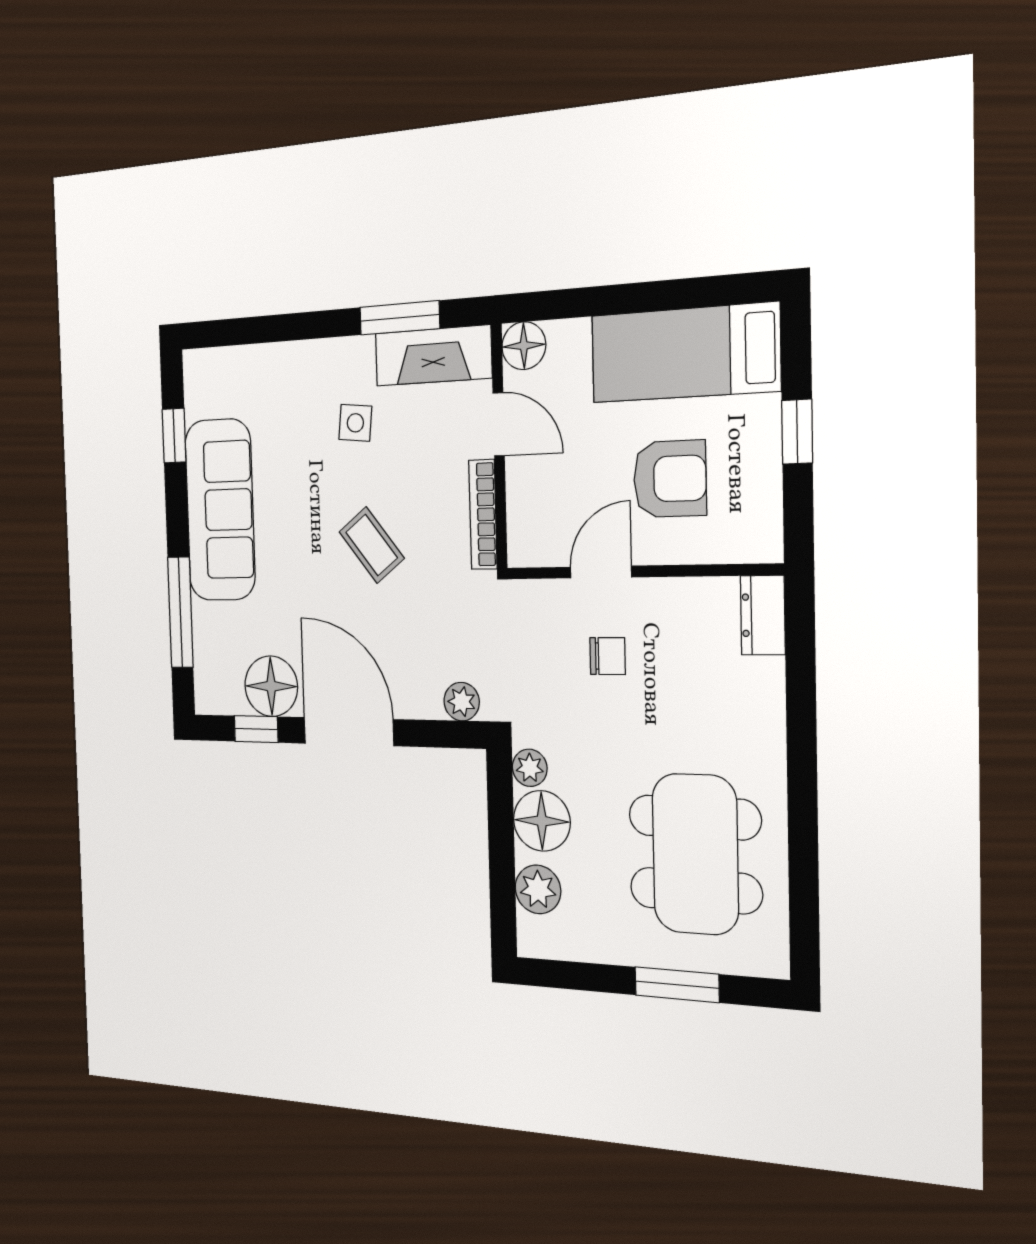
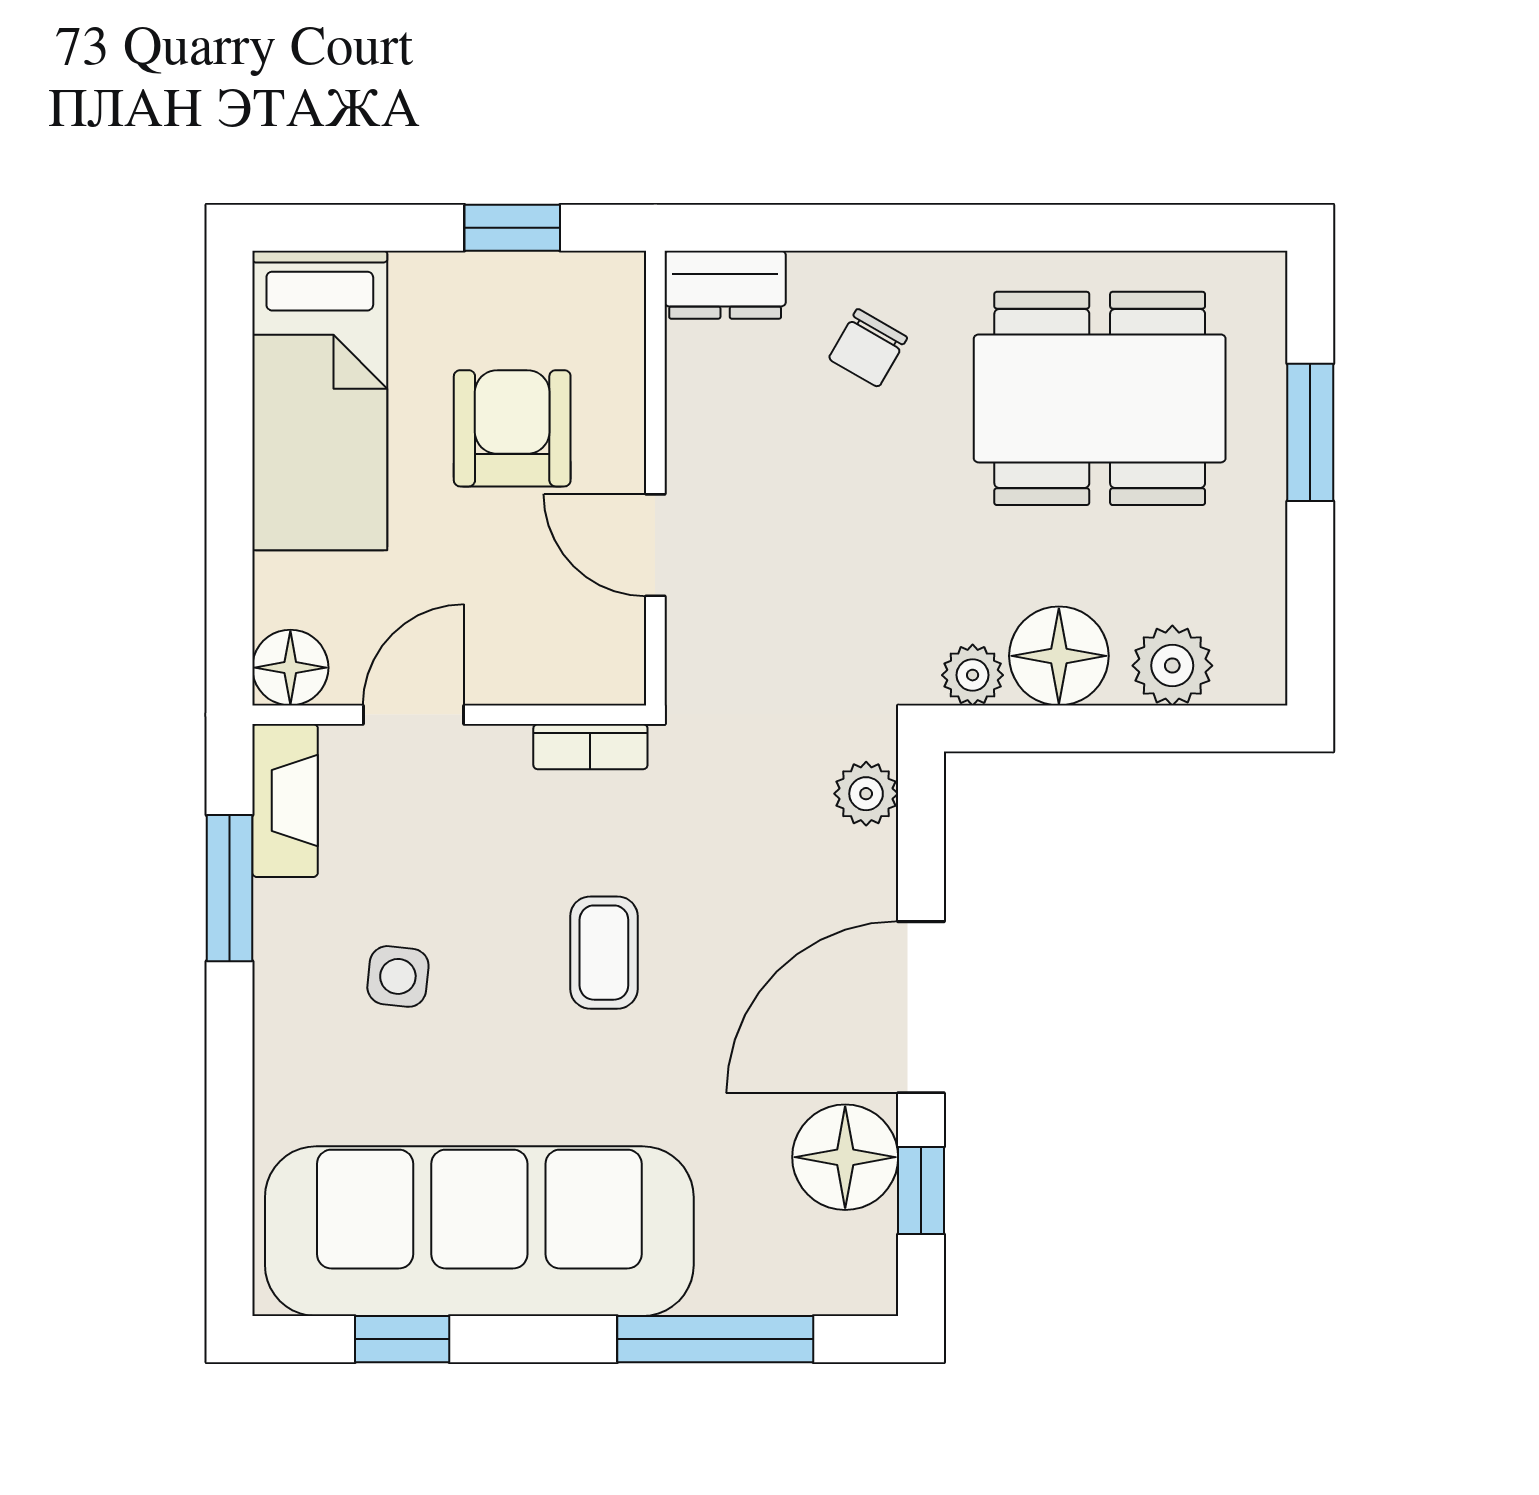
fireplace: (433, 356) -> (285, 800), width x0.73, depth x0.76
window: (797, 432) -> (512, 228), moved
sofa: (220, 510) -> (479, 1231), width x1.36, depth x1.27
bookcase: (483, 514) -> (590, 747), width x0.64
coffee table: (372, 545) -> (604, 953), turned -52
chair: (608, 656) -> (868, 348), moved, turned -150

